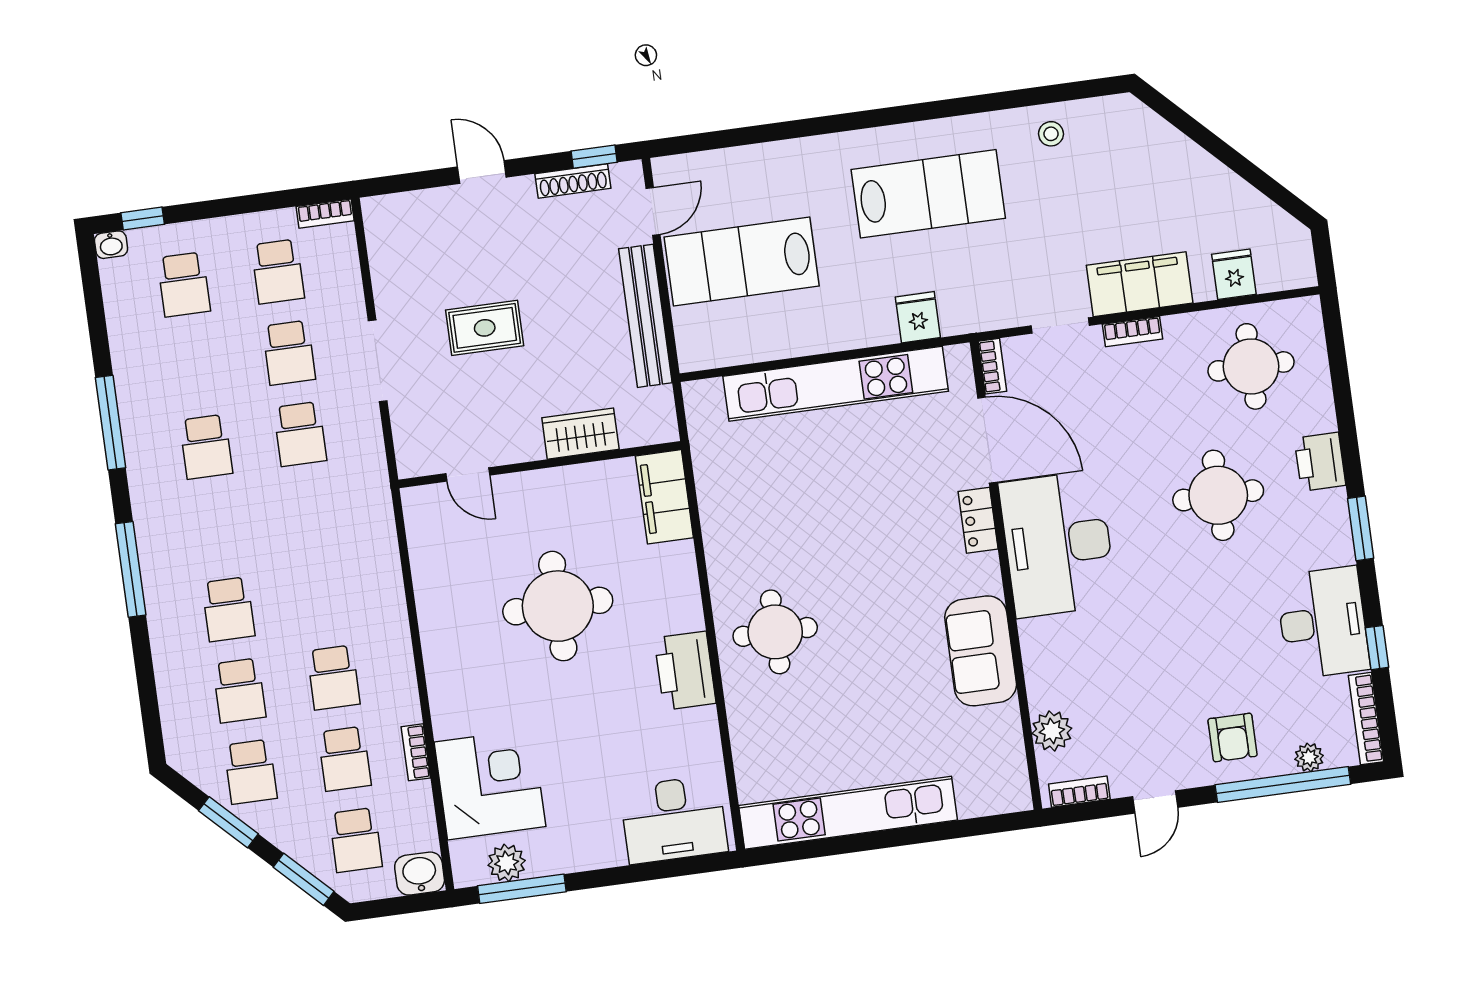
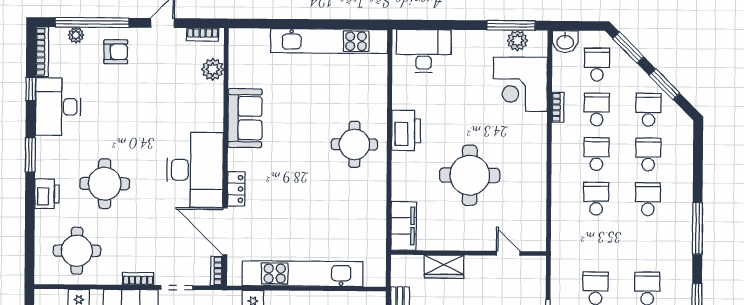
school desk: (322, 596) -> (596, 199), added
armchair: (1233, 737) -> (116, 52), turned 90

